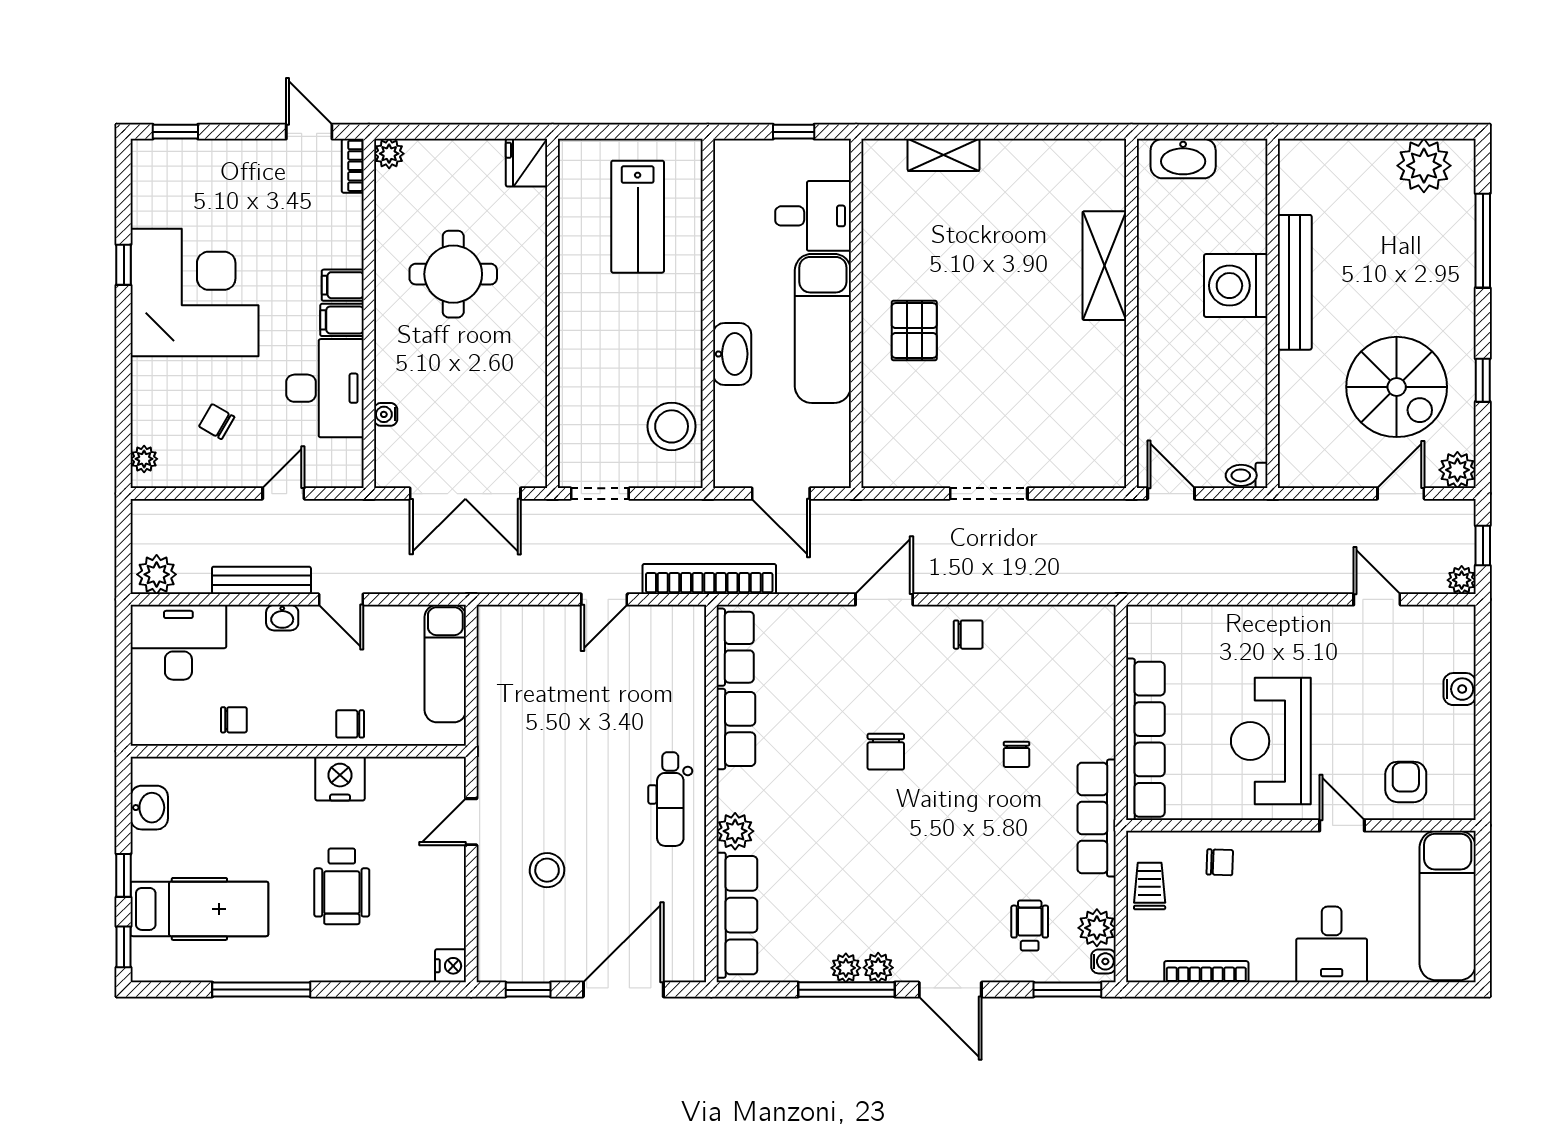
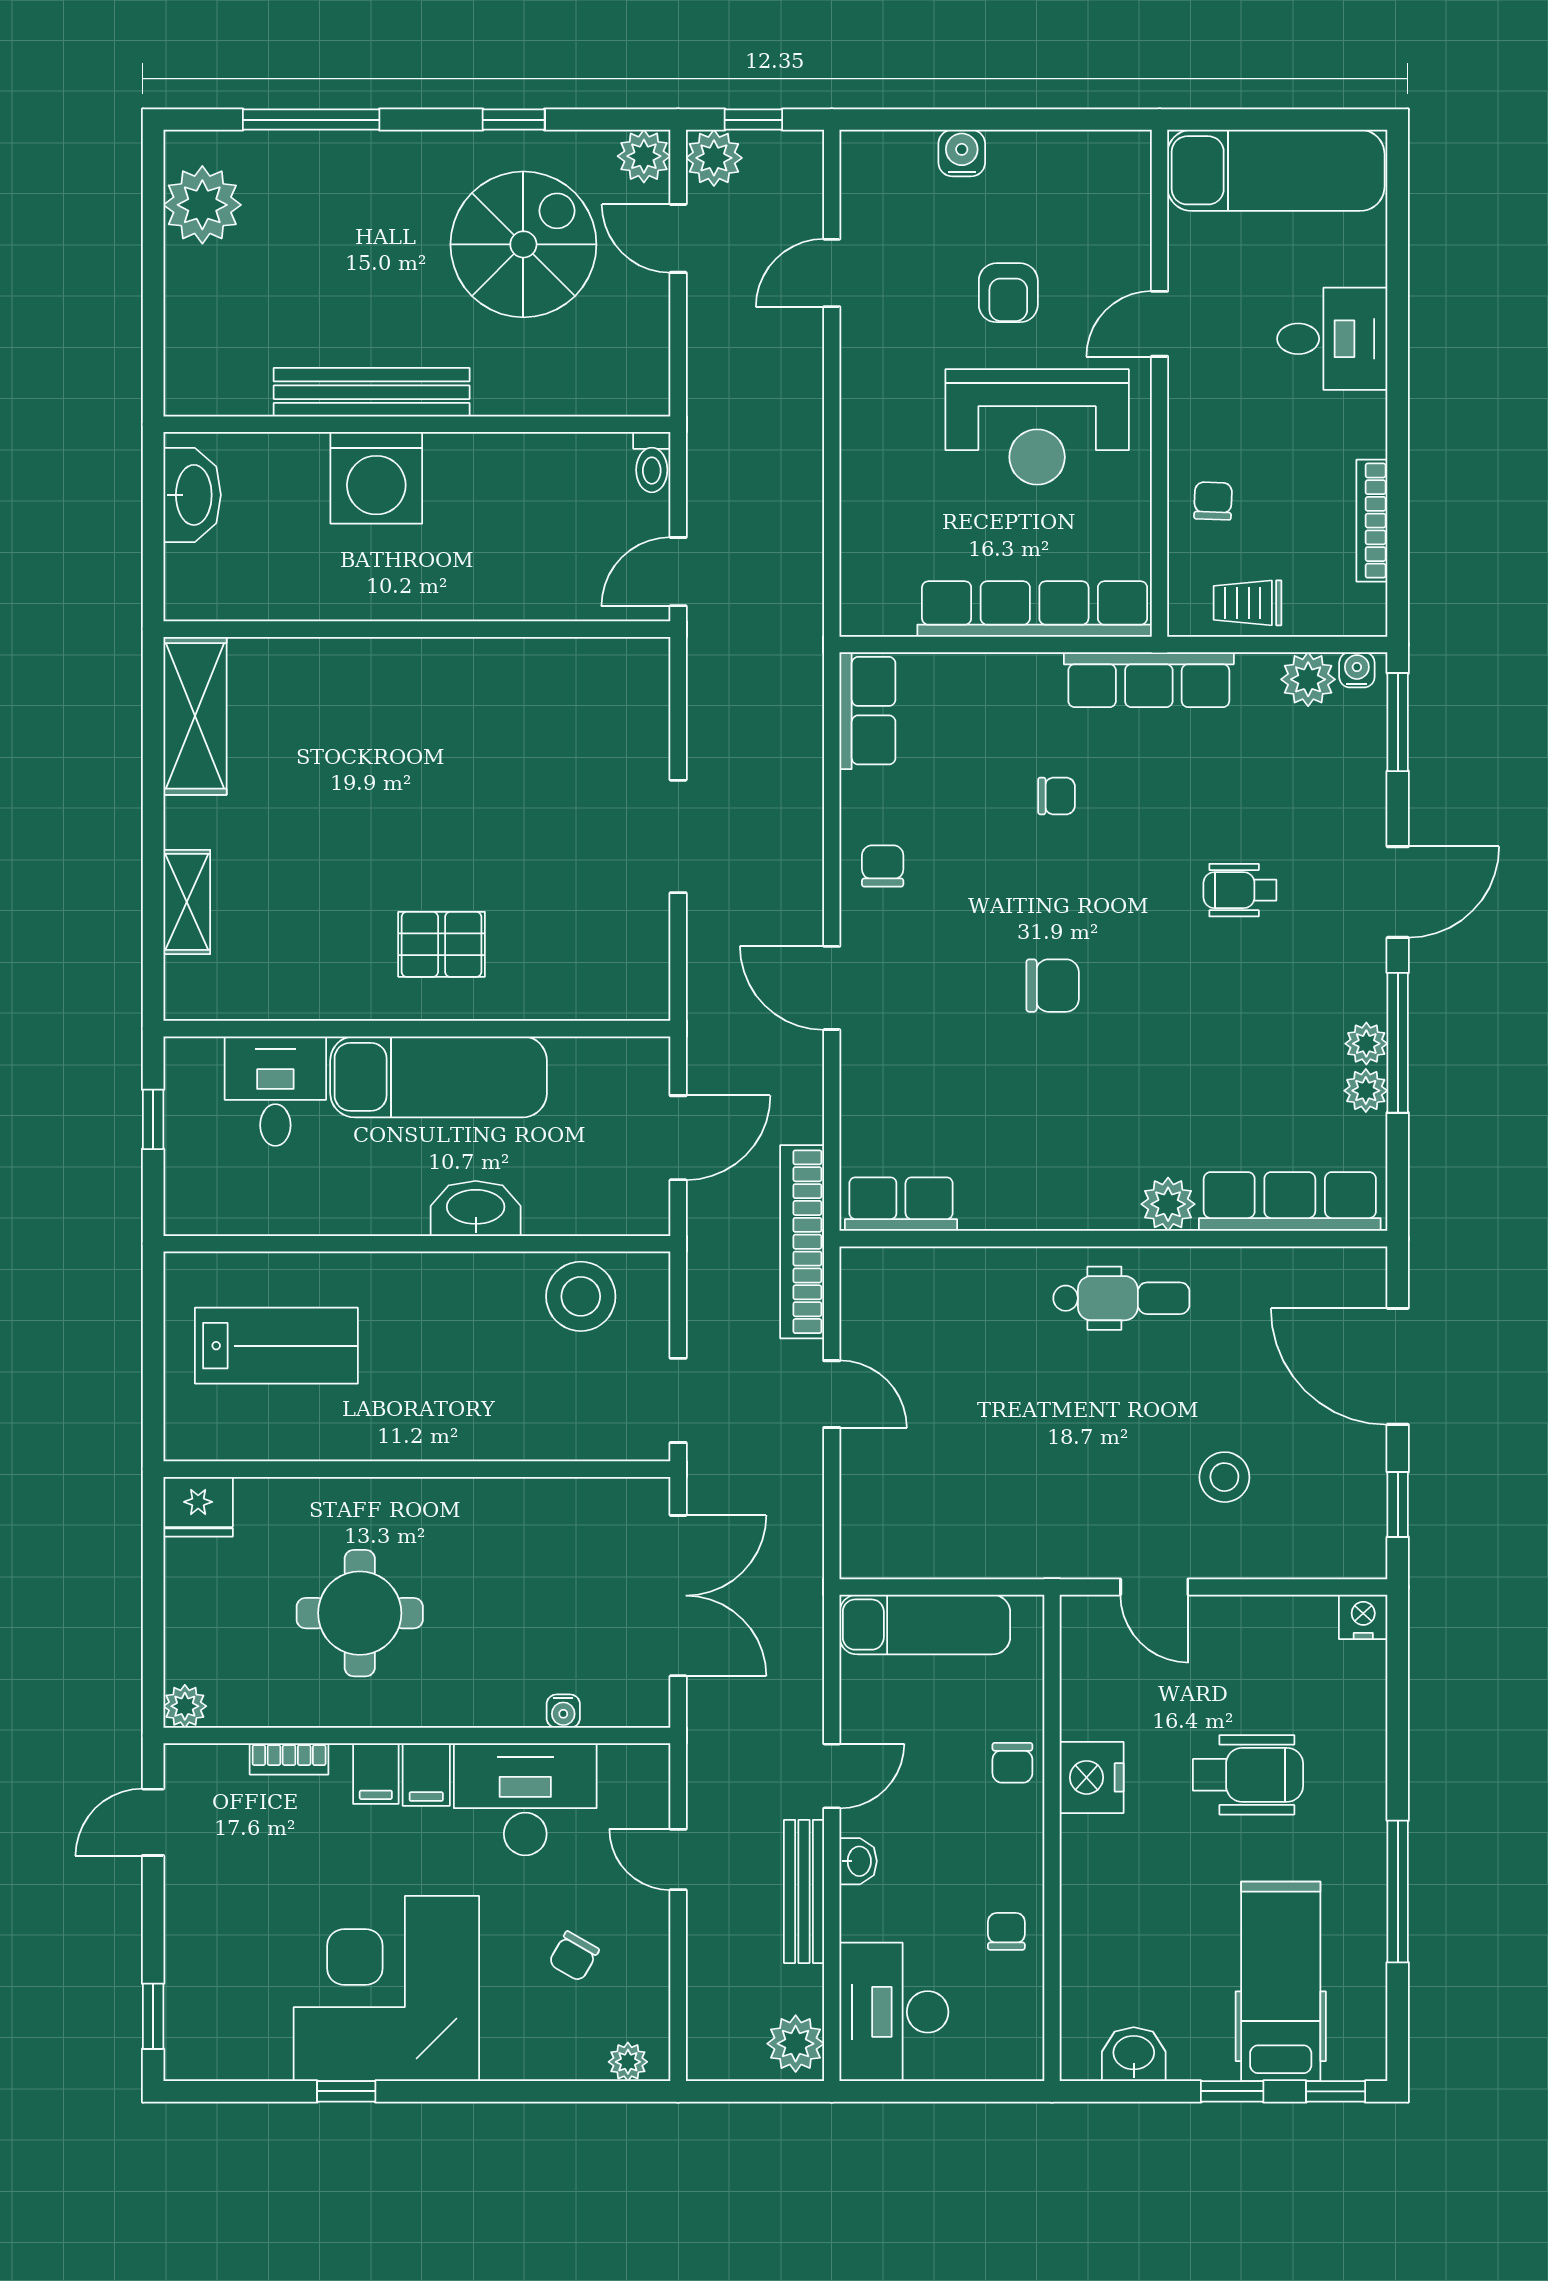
washbasin: (1183, 159) -> (192, 495), moved
bookcase: (353, 166) -> (289, 1759), moved
shelving: (1104, 266) -> (195, 716), moved, turned 90
plant: (1462, 580) -> (714, 158), moved, width x1.38, depth x1.38
row of seats: (736, 729) -> (867, 711), moved, turned 90
armchair: (1406, 782) -> (1008, 293), moved, turned -90
wheelchair: (1030, 926) -> (1240, 890), moved
plant: (878, 968) -> (1366, 1091), moved

